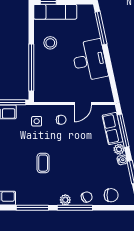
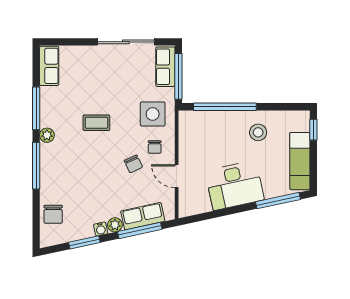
exam couch: (55, 12) -> (300, 161), moved
side table: (37, 121) -> (153, 114), width x1.87, depth x1.87
chair: (87, 197) -> (133, 164), moved
plant: (65, 200) -> (47, 135), moved

